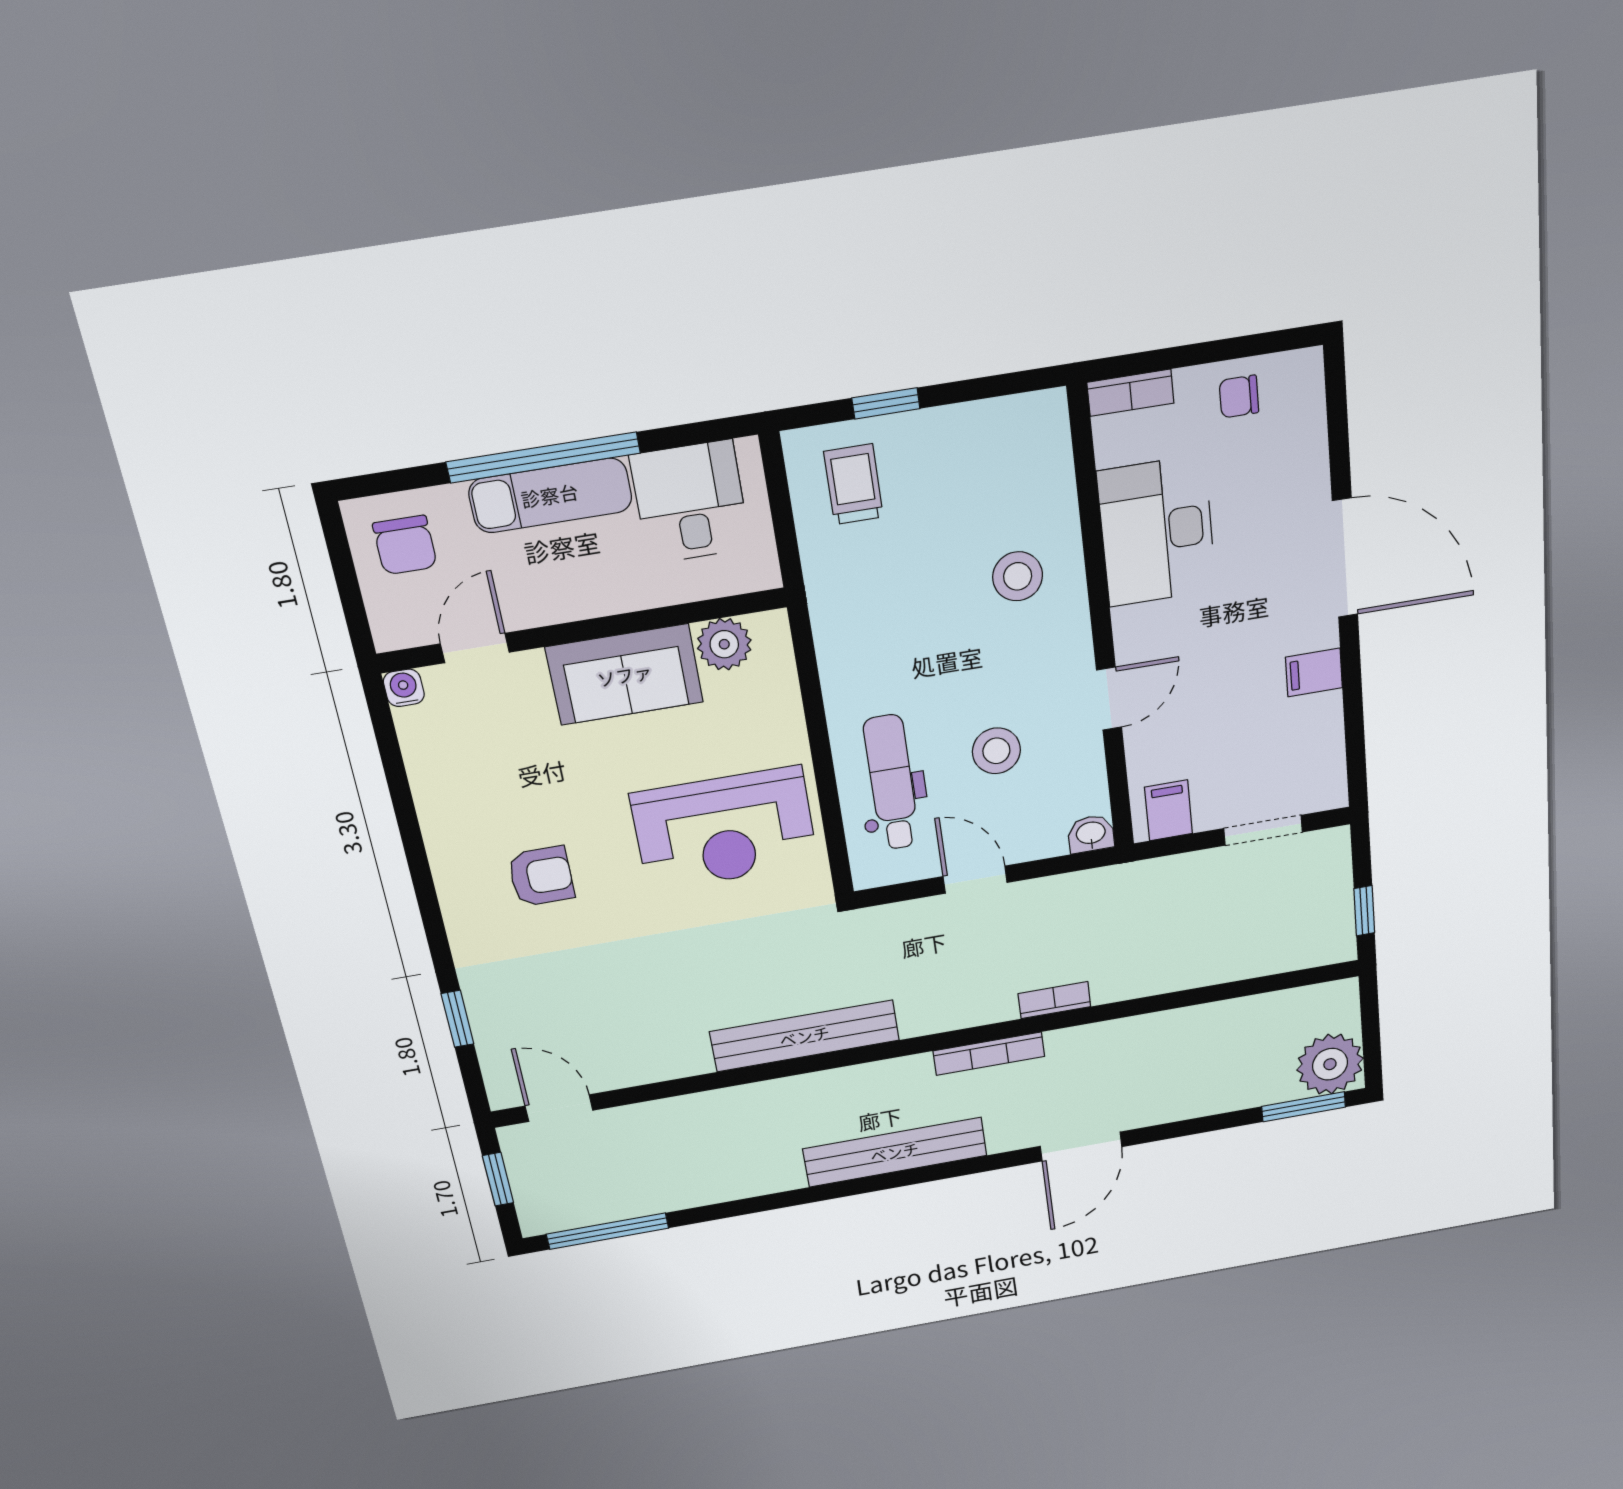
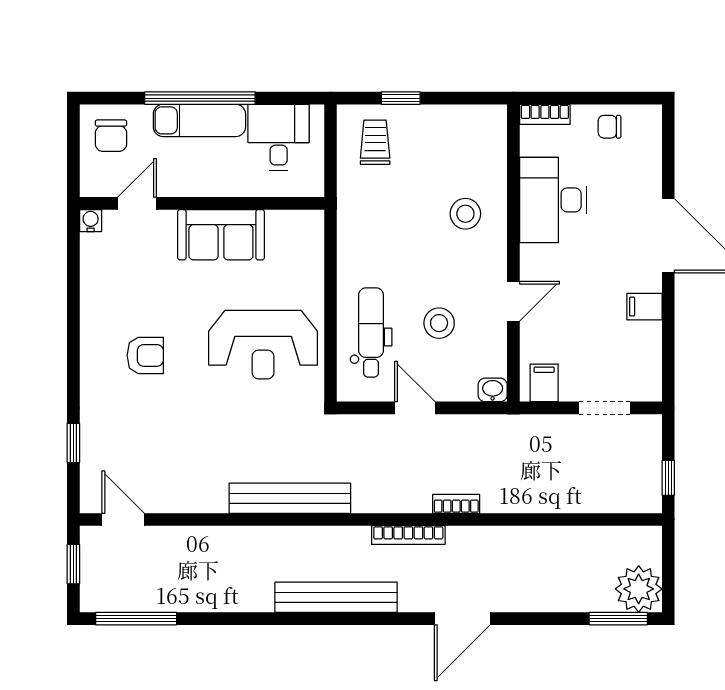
plant: (724, 644) -> (283, 226), removed

